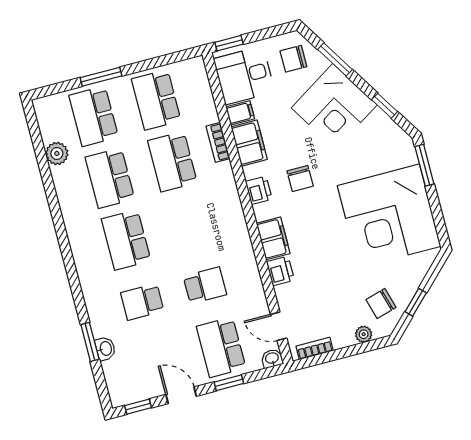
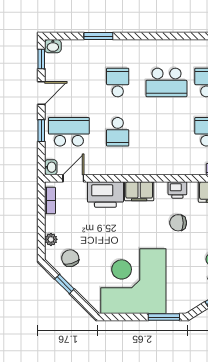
school desk: (126, 240) -> (166, 82), turned 180
printer: (280, 271) -> (105, 194), width x1.87, depth x1.48
washbasin: (105, 349) -> (53, 46), moved

